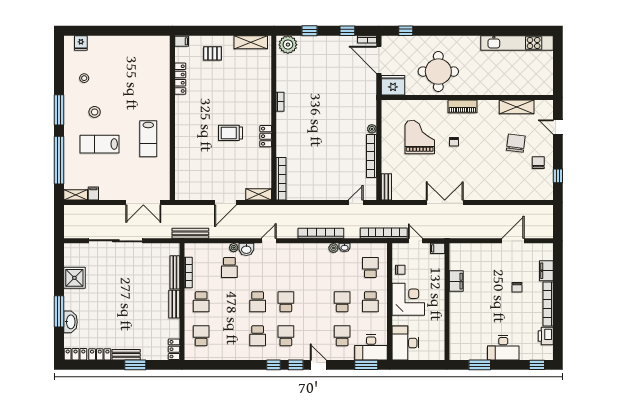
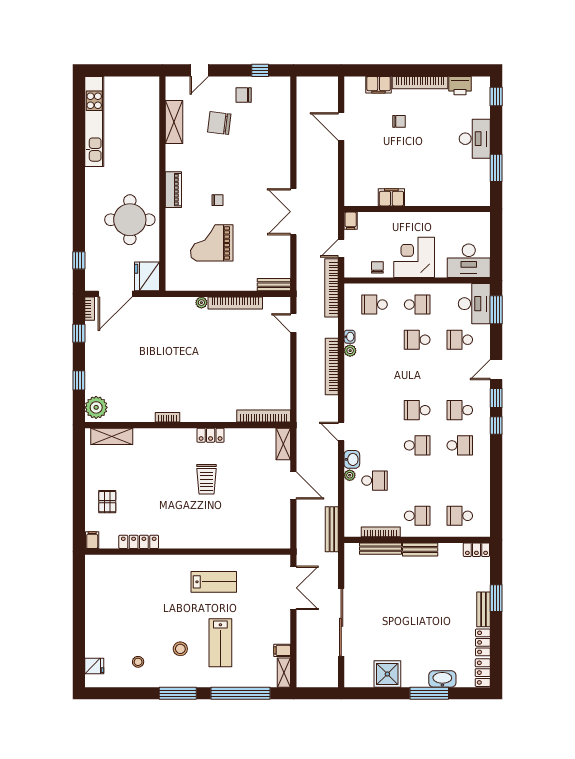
shelving: (251, 42) -> (112, 436), moved, turned 90

